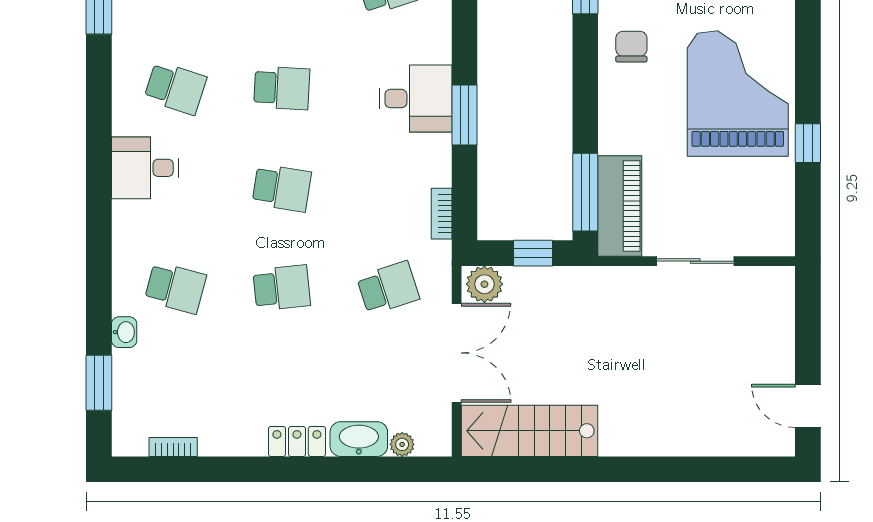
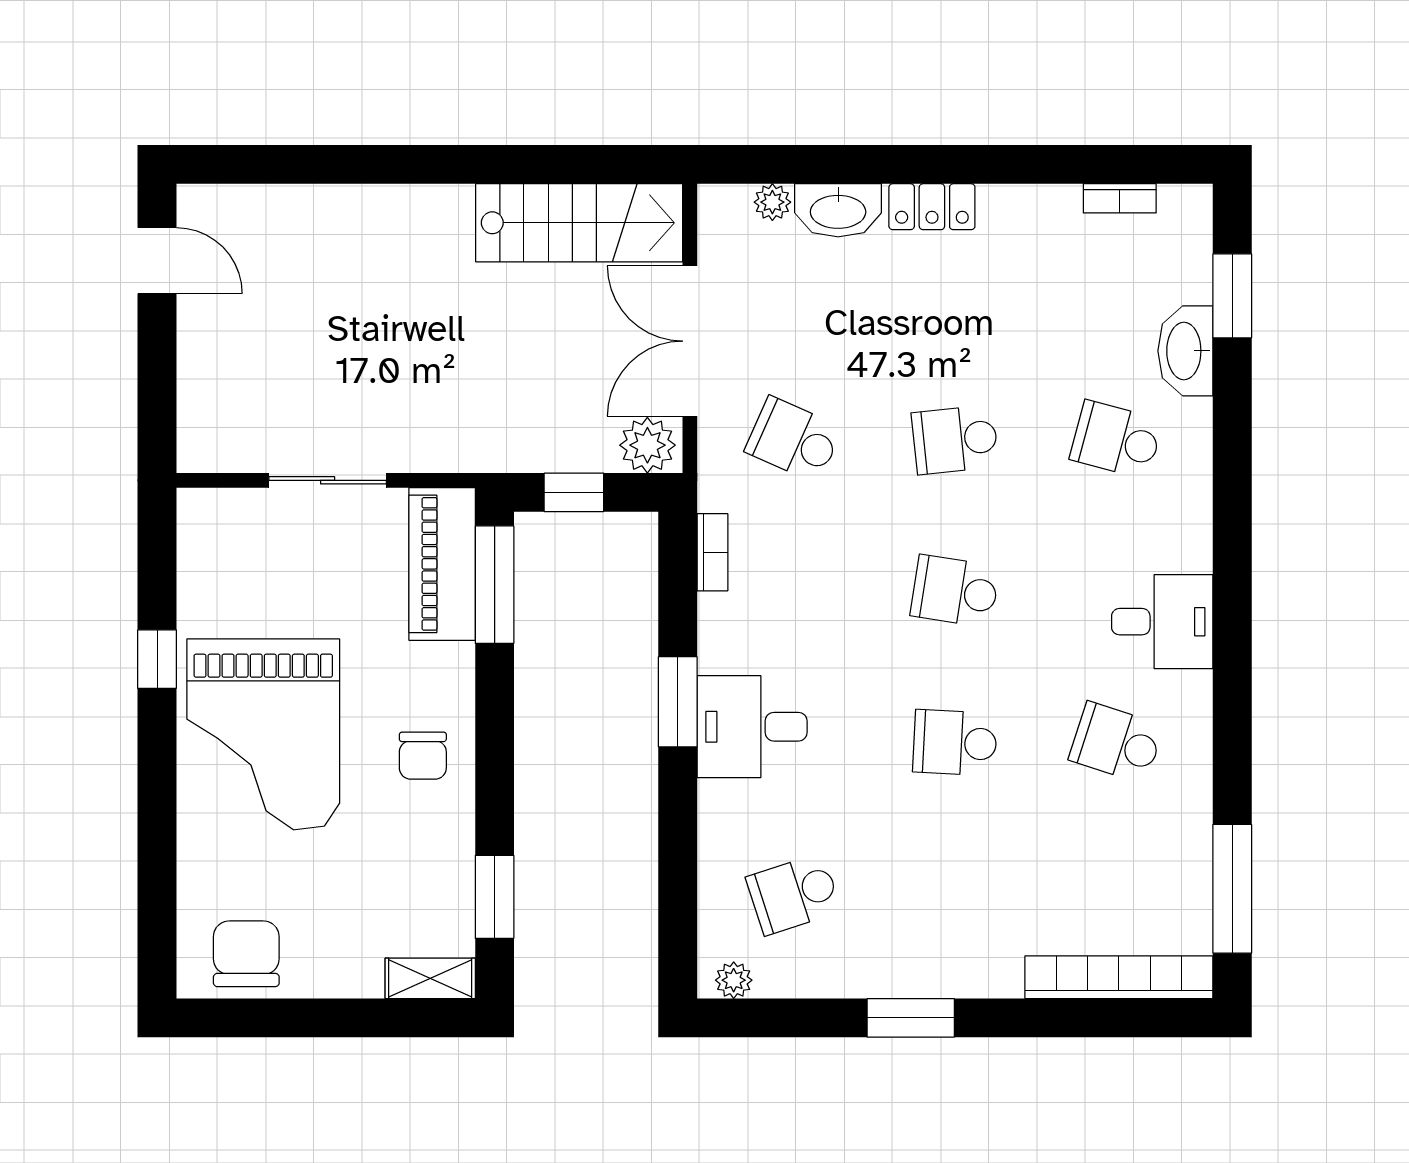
chair: (631, 47) -> (423, 756), moved
school desk: (388, 288) -> (794, 440), turned 42
washbasin: (124, 332) -> (1185, 351), width x1.91, depth x1.45

